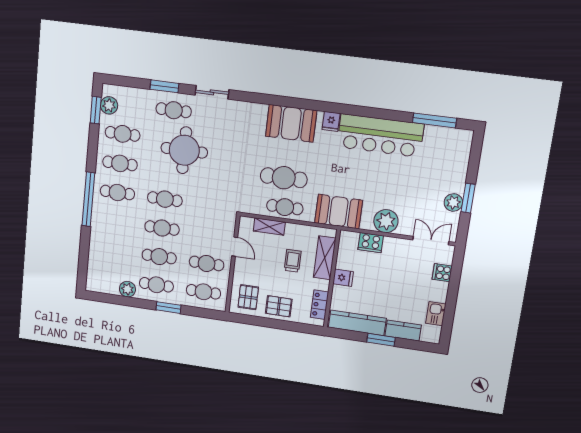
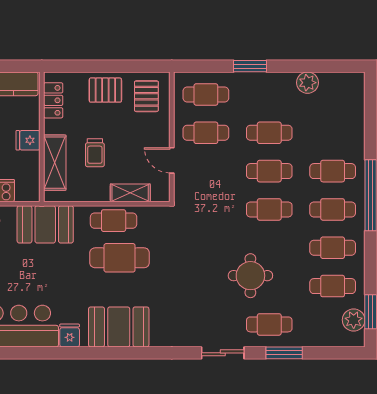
round table: (184, 150) -> (250, 276), width x0.73, depth x0.73
cafe table: (156, 285) -> (333, 171), moved

